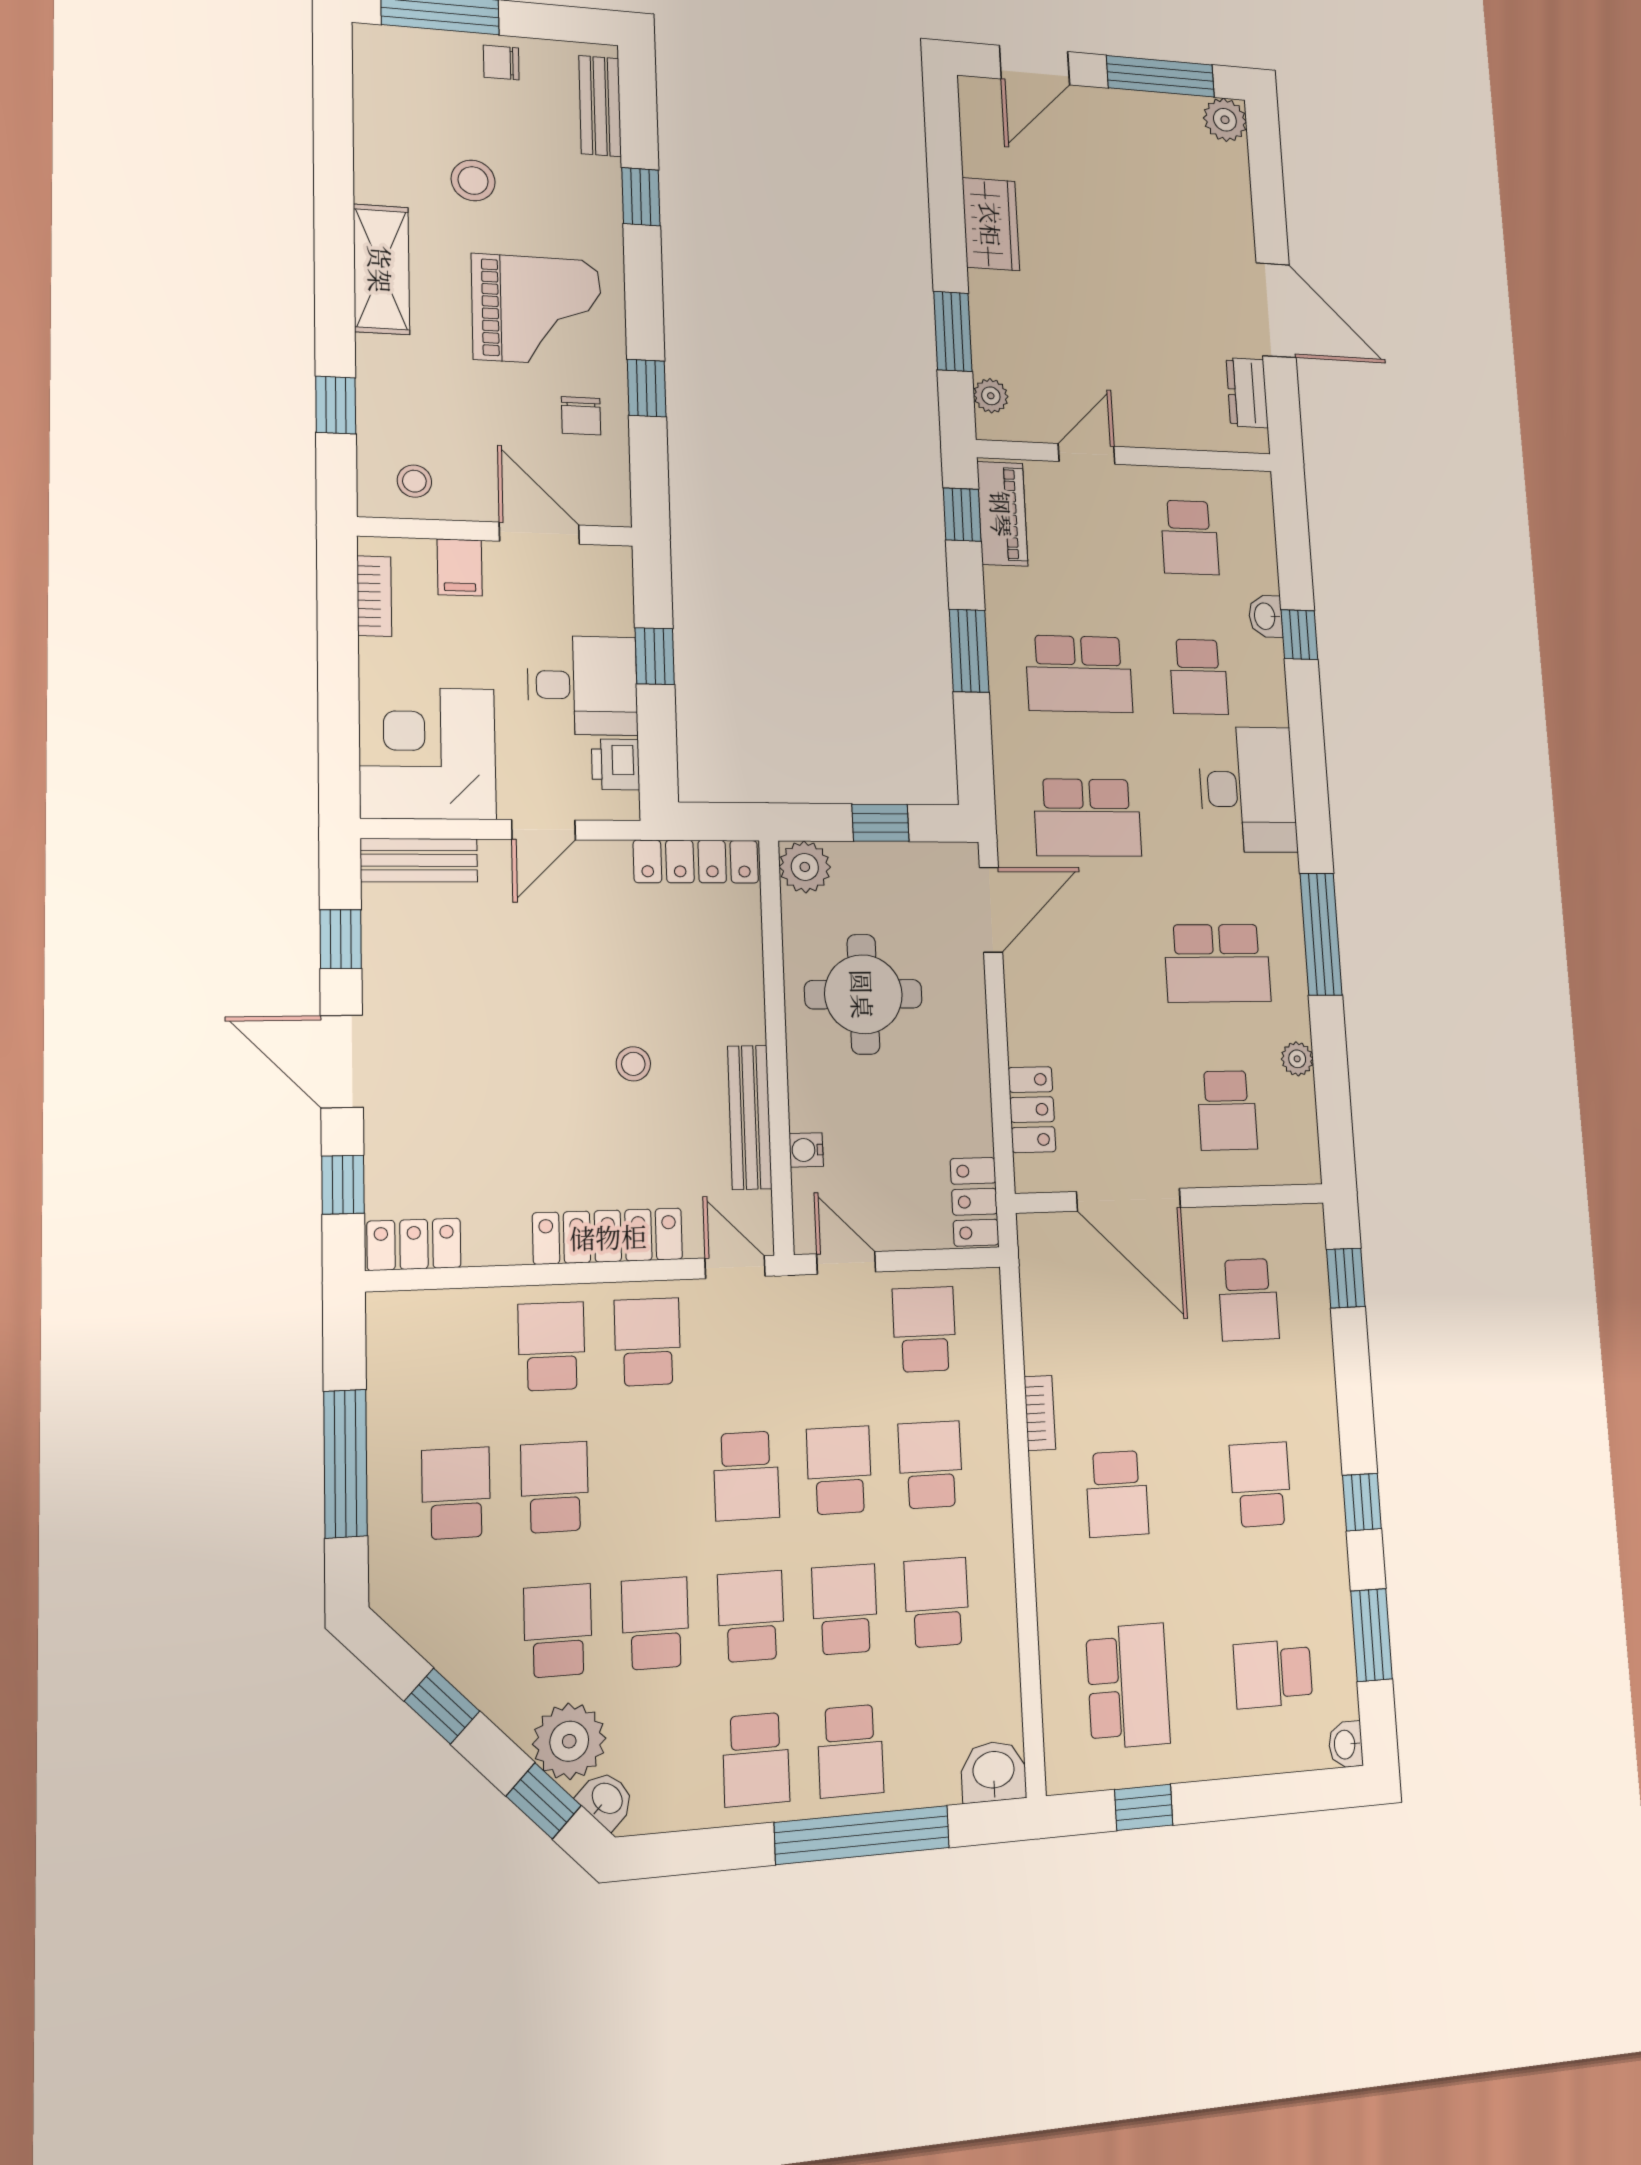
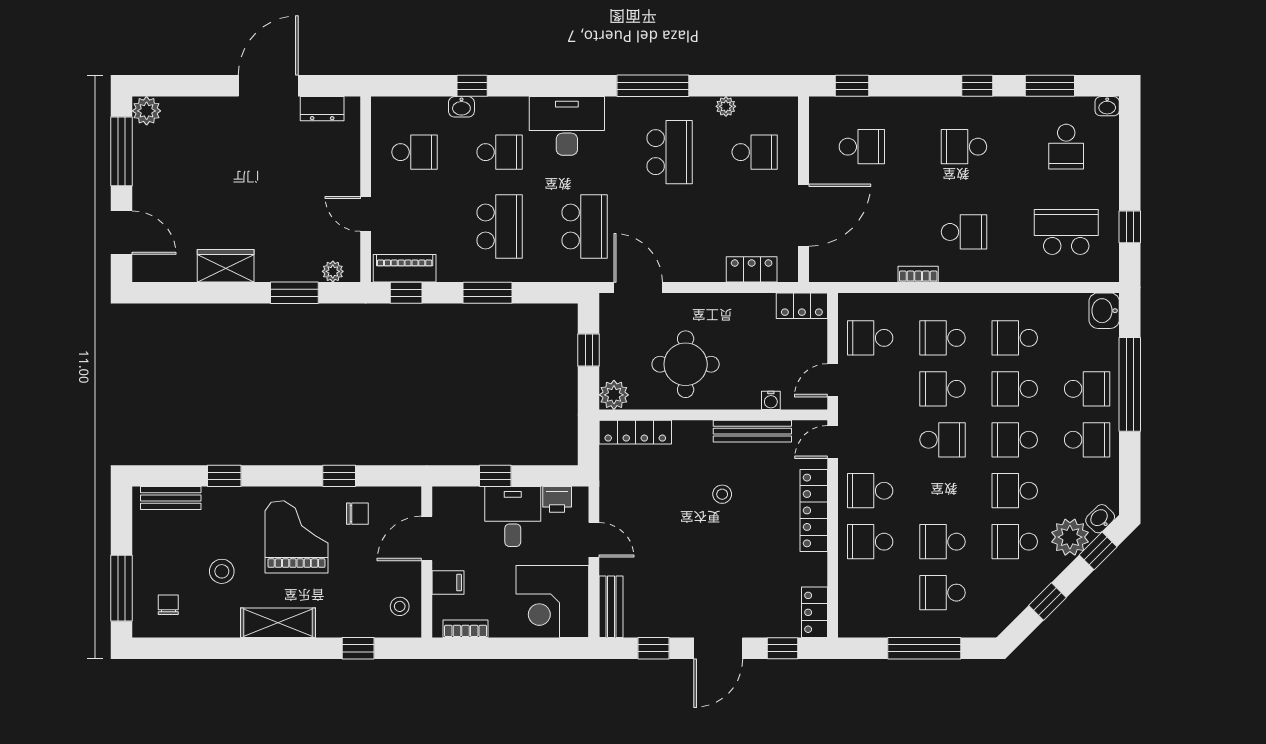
chair: (501, 63) -> (168, 605), moved, turned 180
locker: (696, 862) -> (635, 432), moved, turned 90

